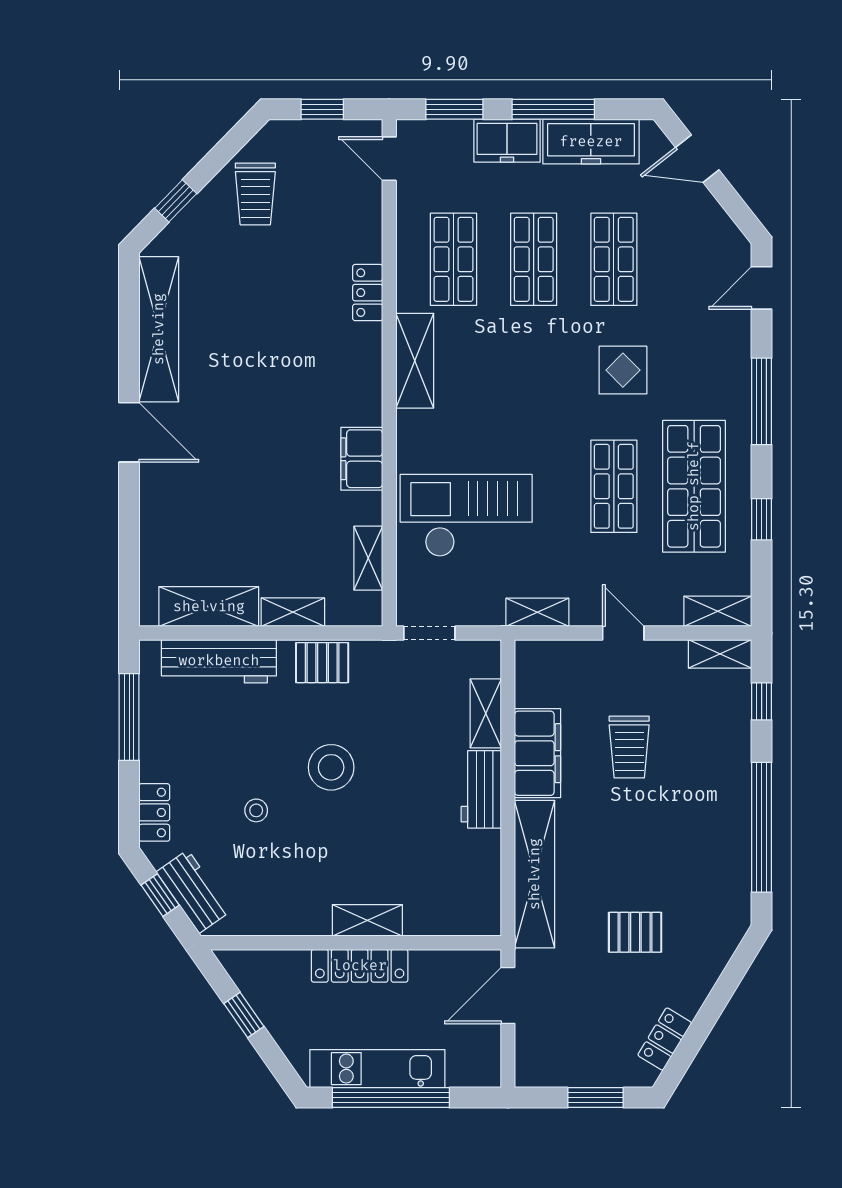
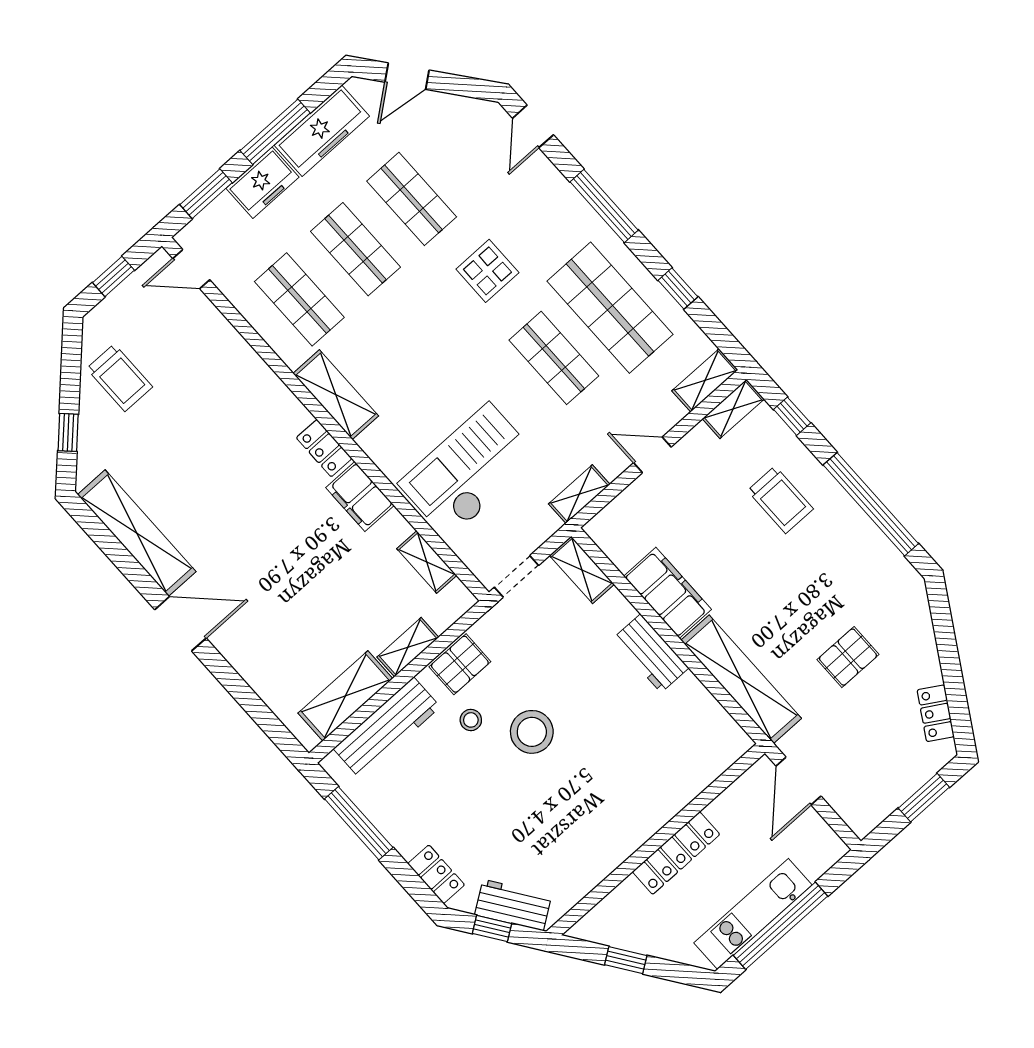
locker: (368, 293) -> (324, 448), moved
shelving: (486, 713) -> (582, 570), moved
trolley: (629, 747) -> (780, 500), moved
stool: (256, 810) -> (471, 720), moved
shelving: (367, 920) -> (653, 816), removed

